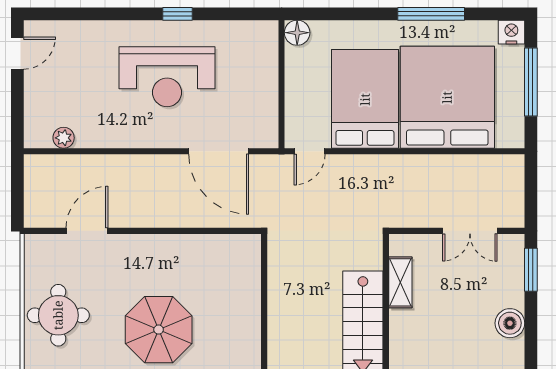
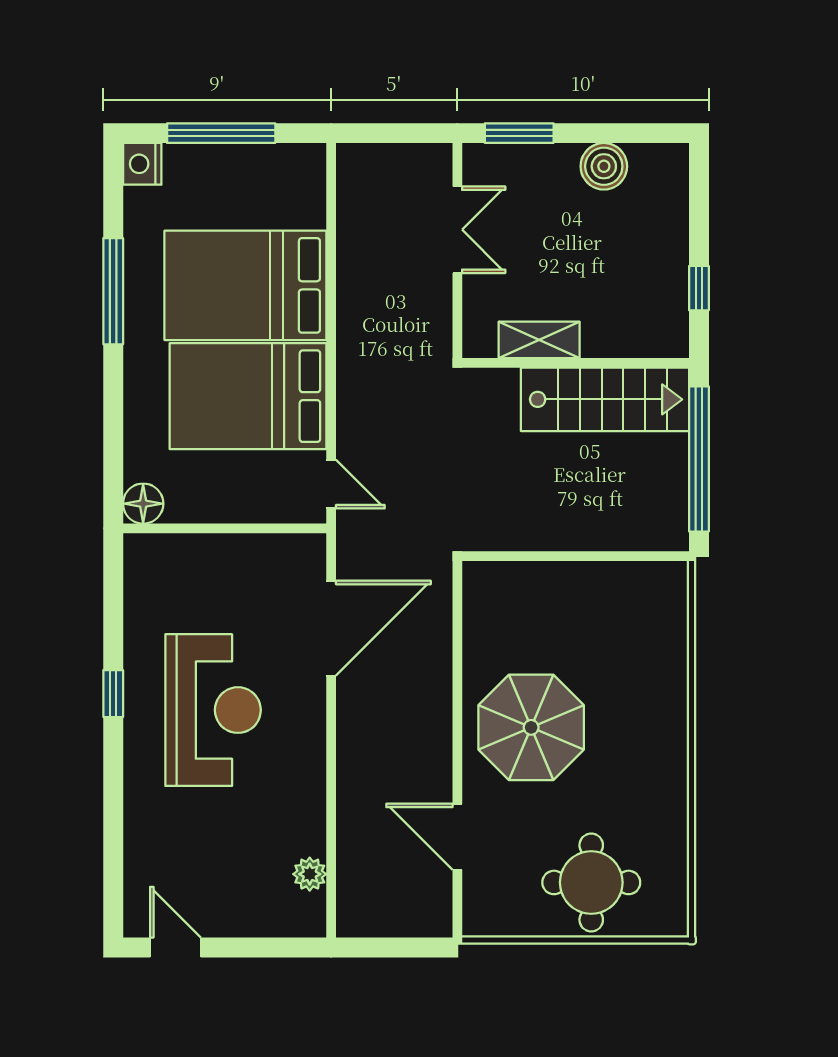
bed: (447, 97) -> (245, 285), width x0.73
parasol: (159, 330) -> (531, 727), moved

